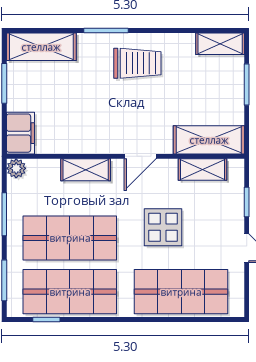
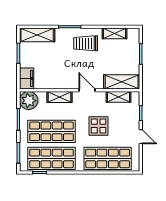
shelving: (220, 44) -> (115, 33), moved
trolley: (137, 63) -> (86, 43), turned 180
door: (140, 156) -> (87, 90), swing flipped
plant: (16, 168) -> (29, 101), width x1.87, depth x1.87

